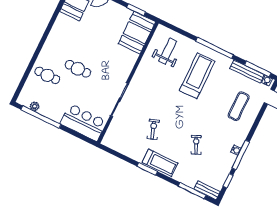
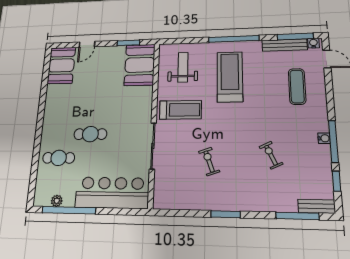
bar counter: (83, 122) -> (112, 193), width x1.36
treadmill: (160, 163) -> (180, 110), moved

